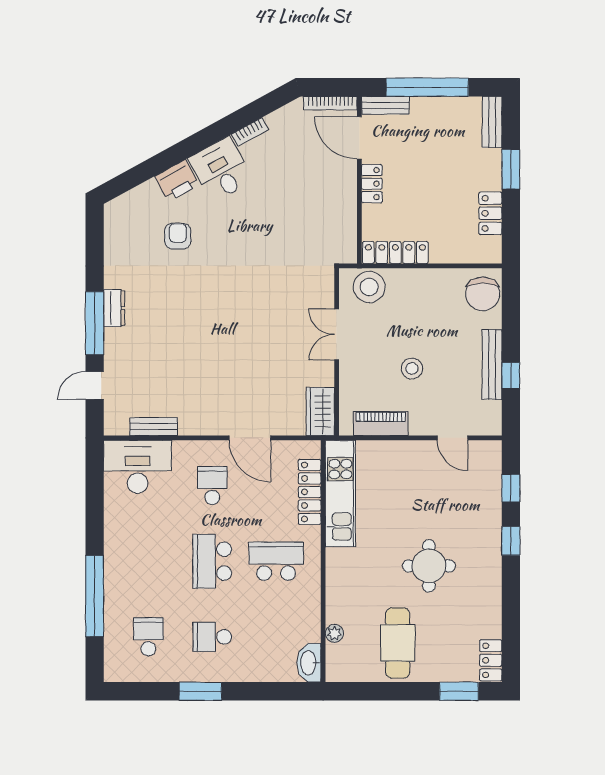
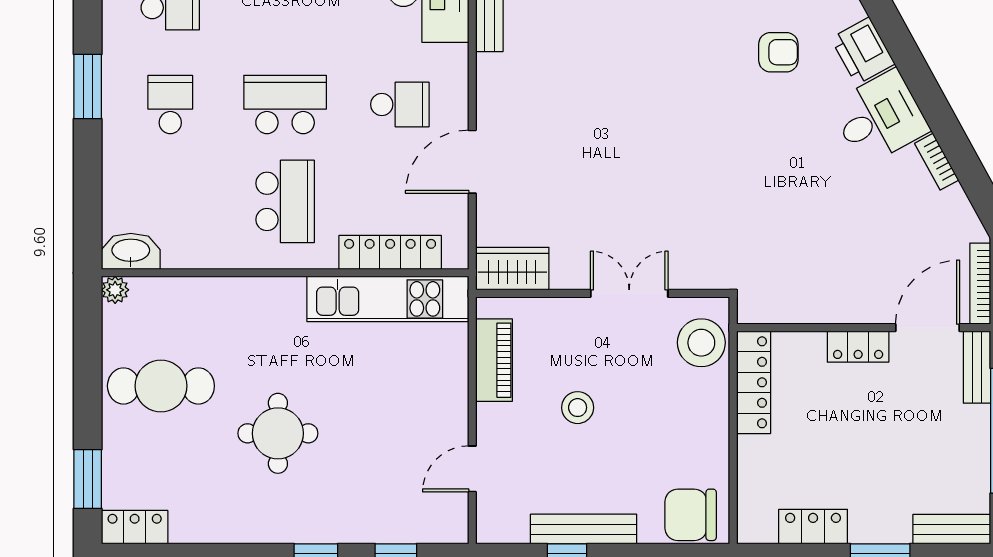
plant: (334, 633) -> (115, 290), moved

